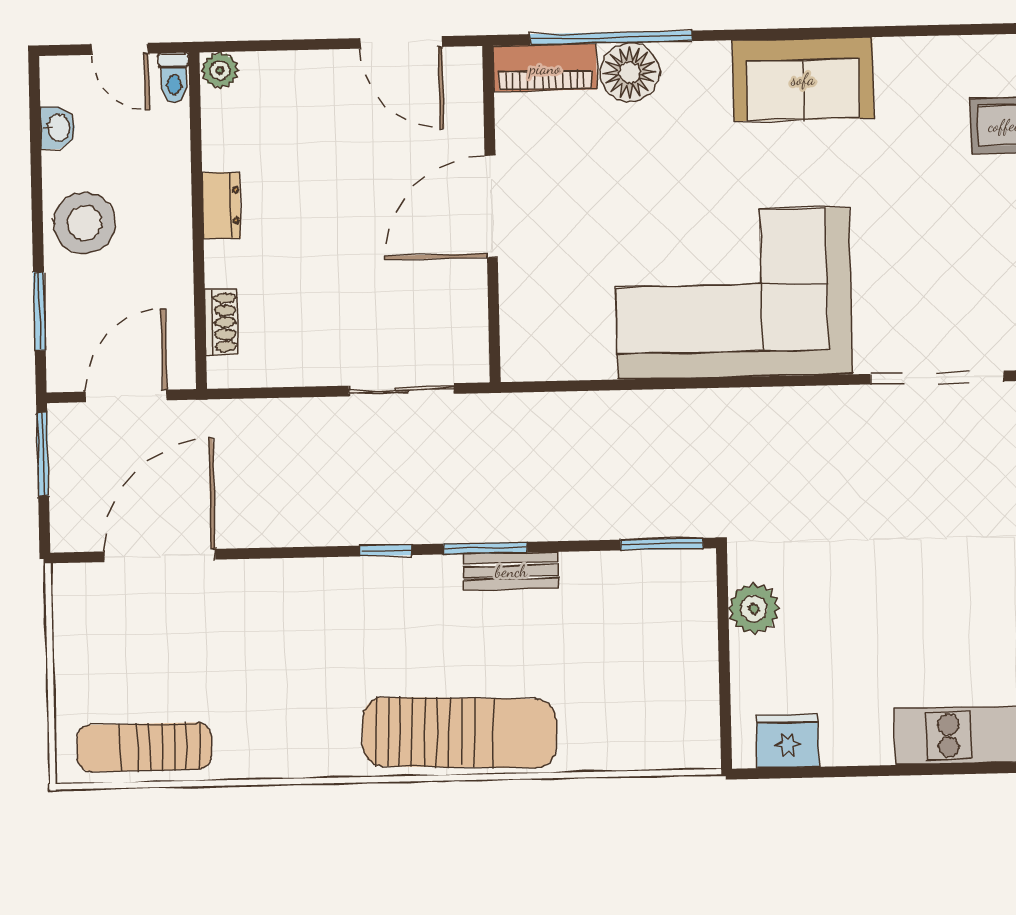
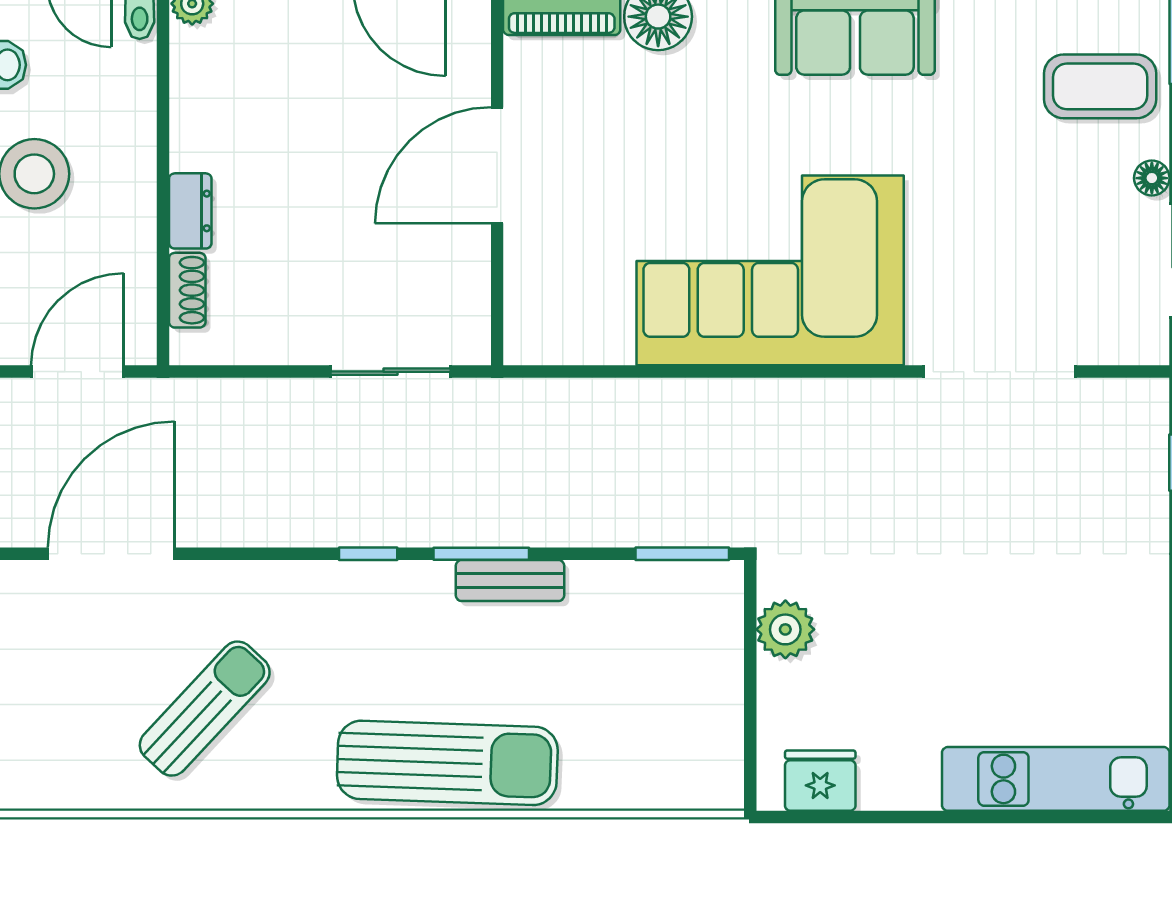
dresser: (221, 205) -> (190, 211), moved
sun lounger: (144, 747) -> (205, 709), moved, turned 133

